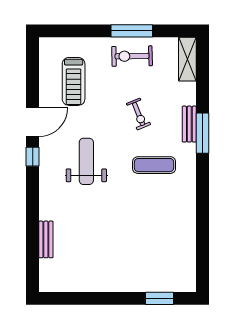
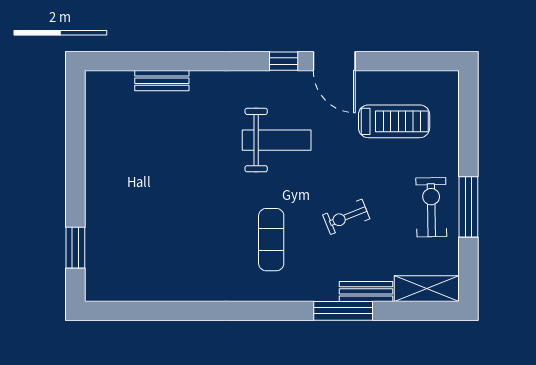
treadmill: (74, 81) -> (394, 121), turned 180
bench: (189, 124) -> (366, 291), moved
window: (202, 133) -> (343, 311), moved

